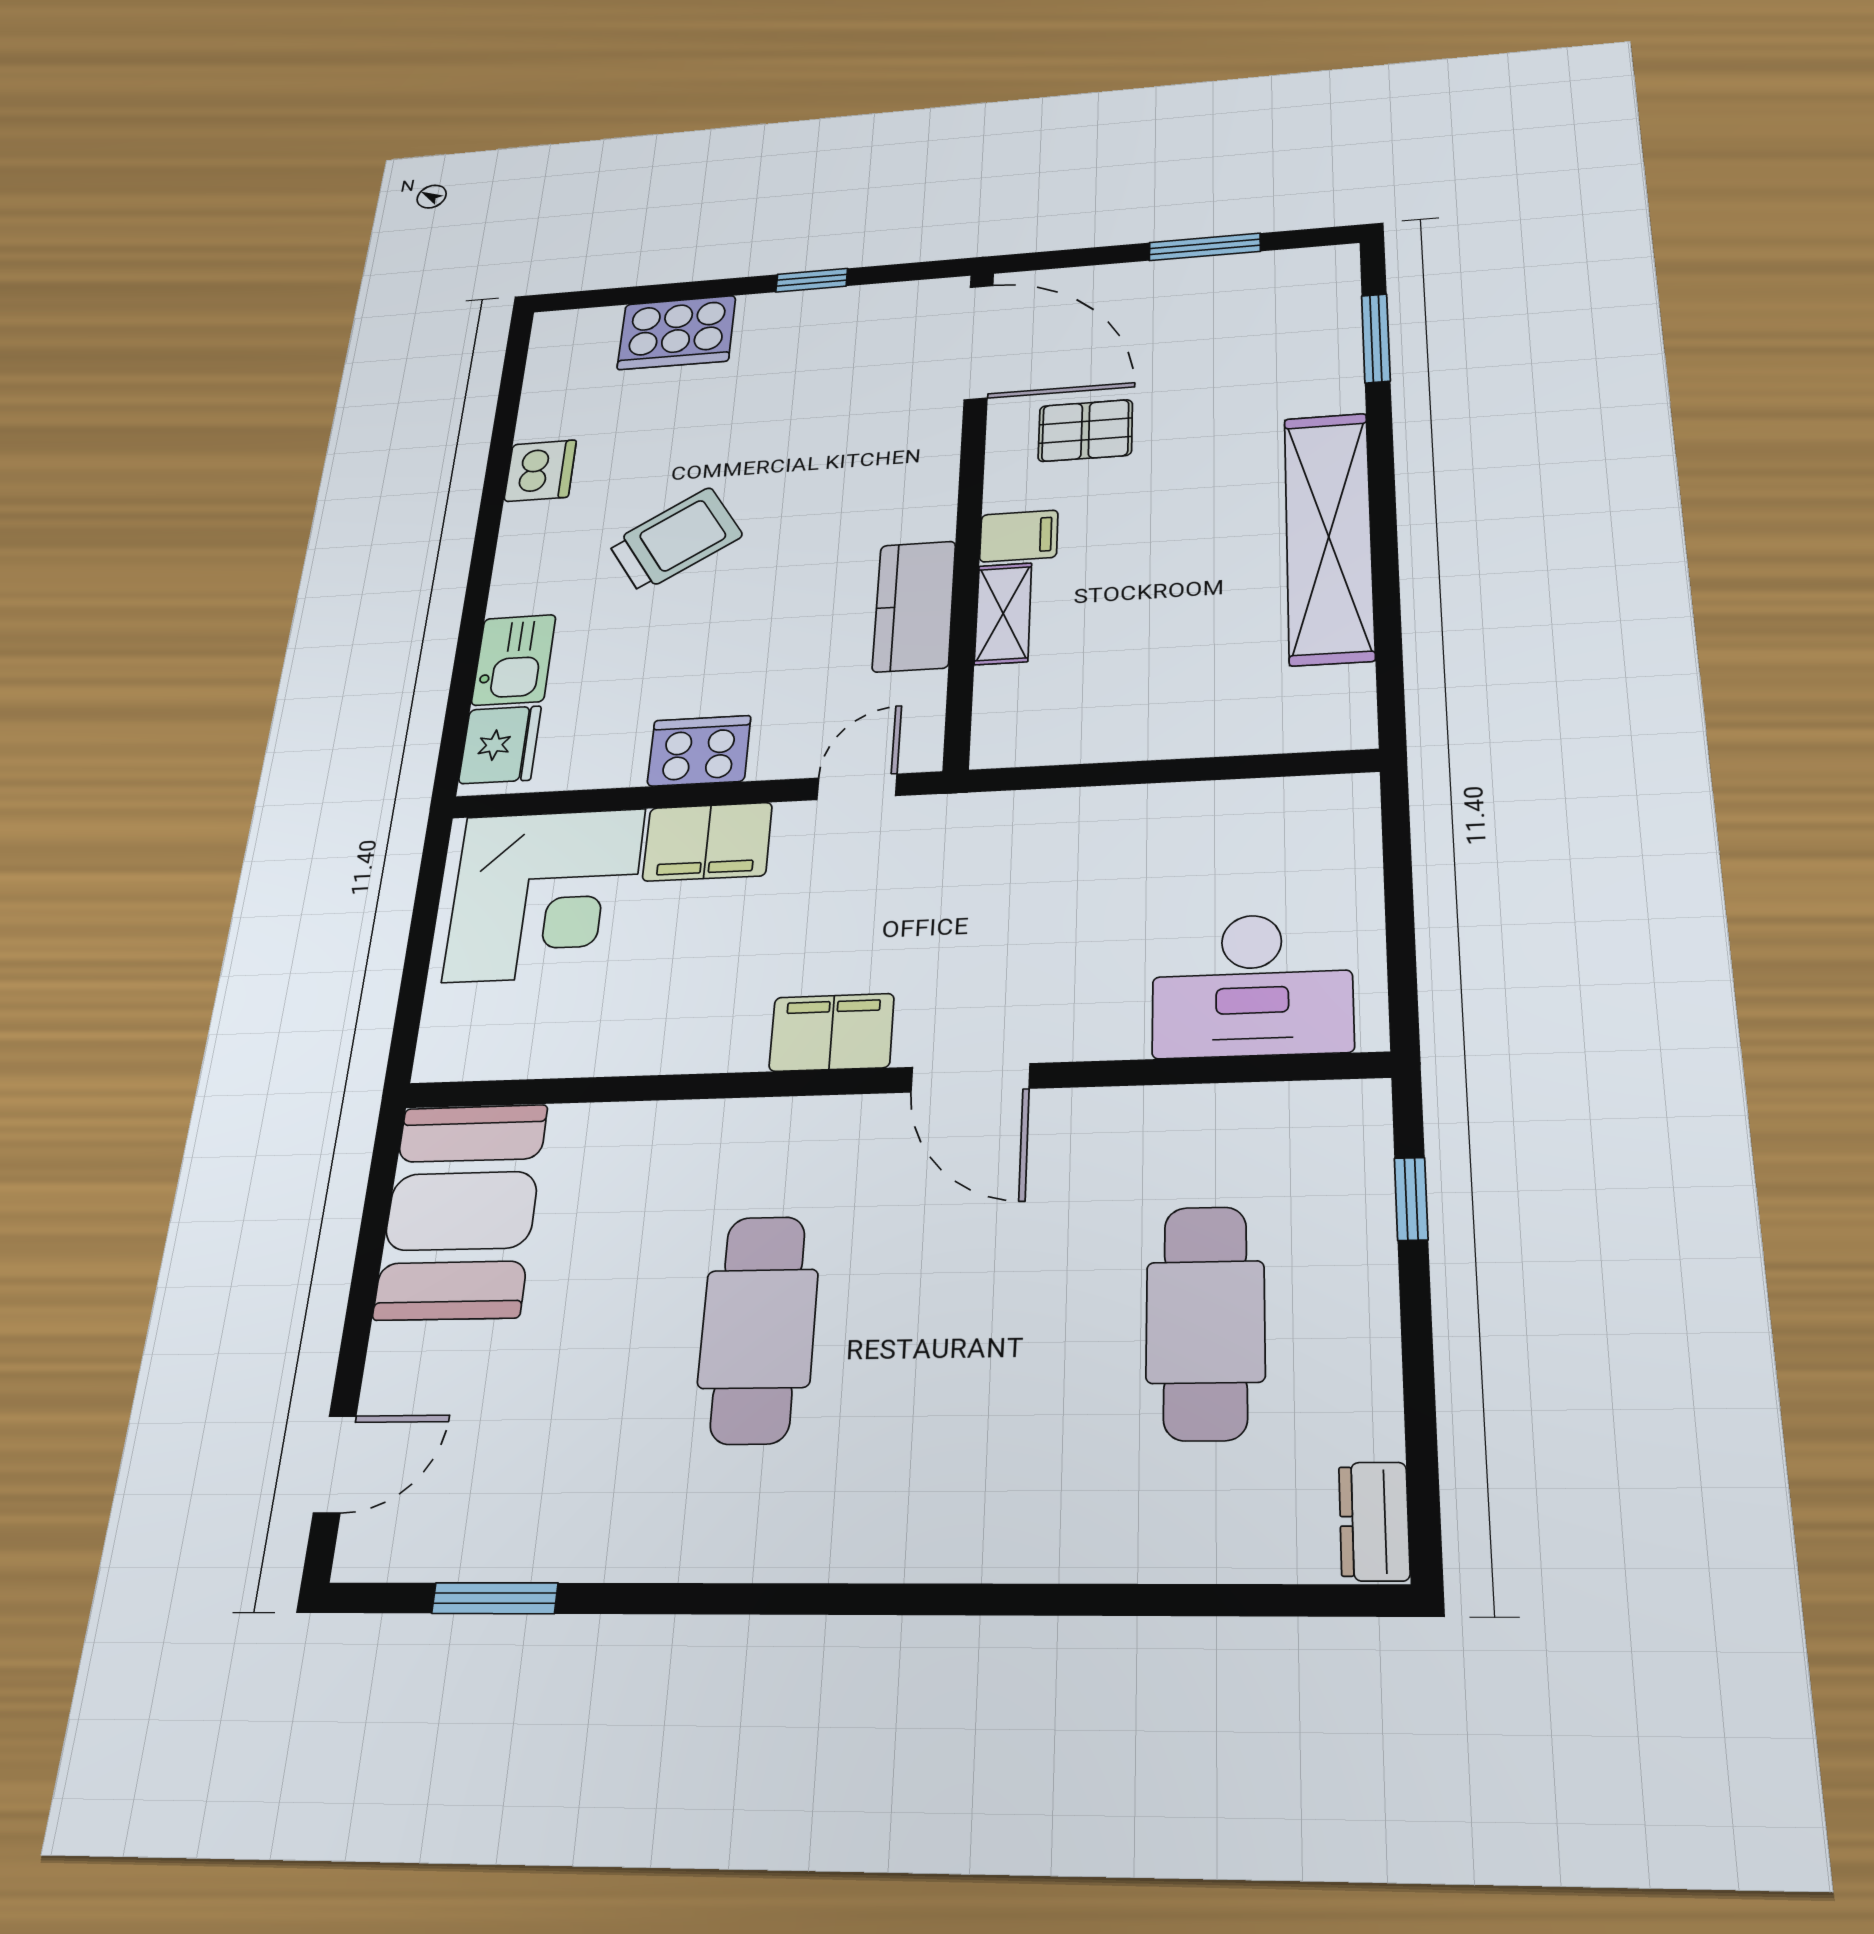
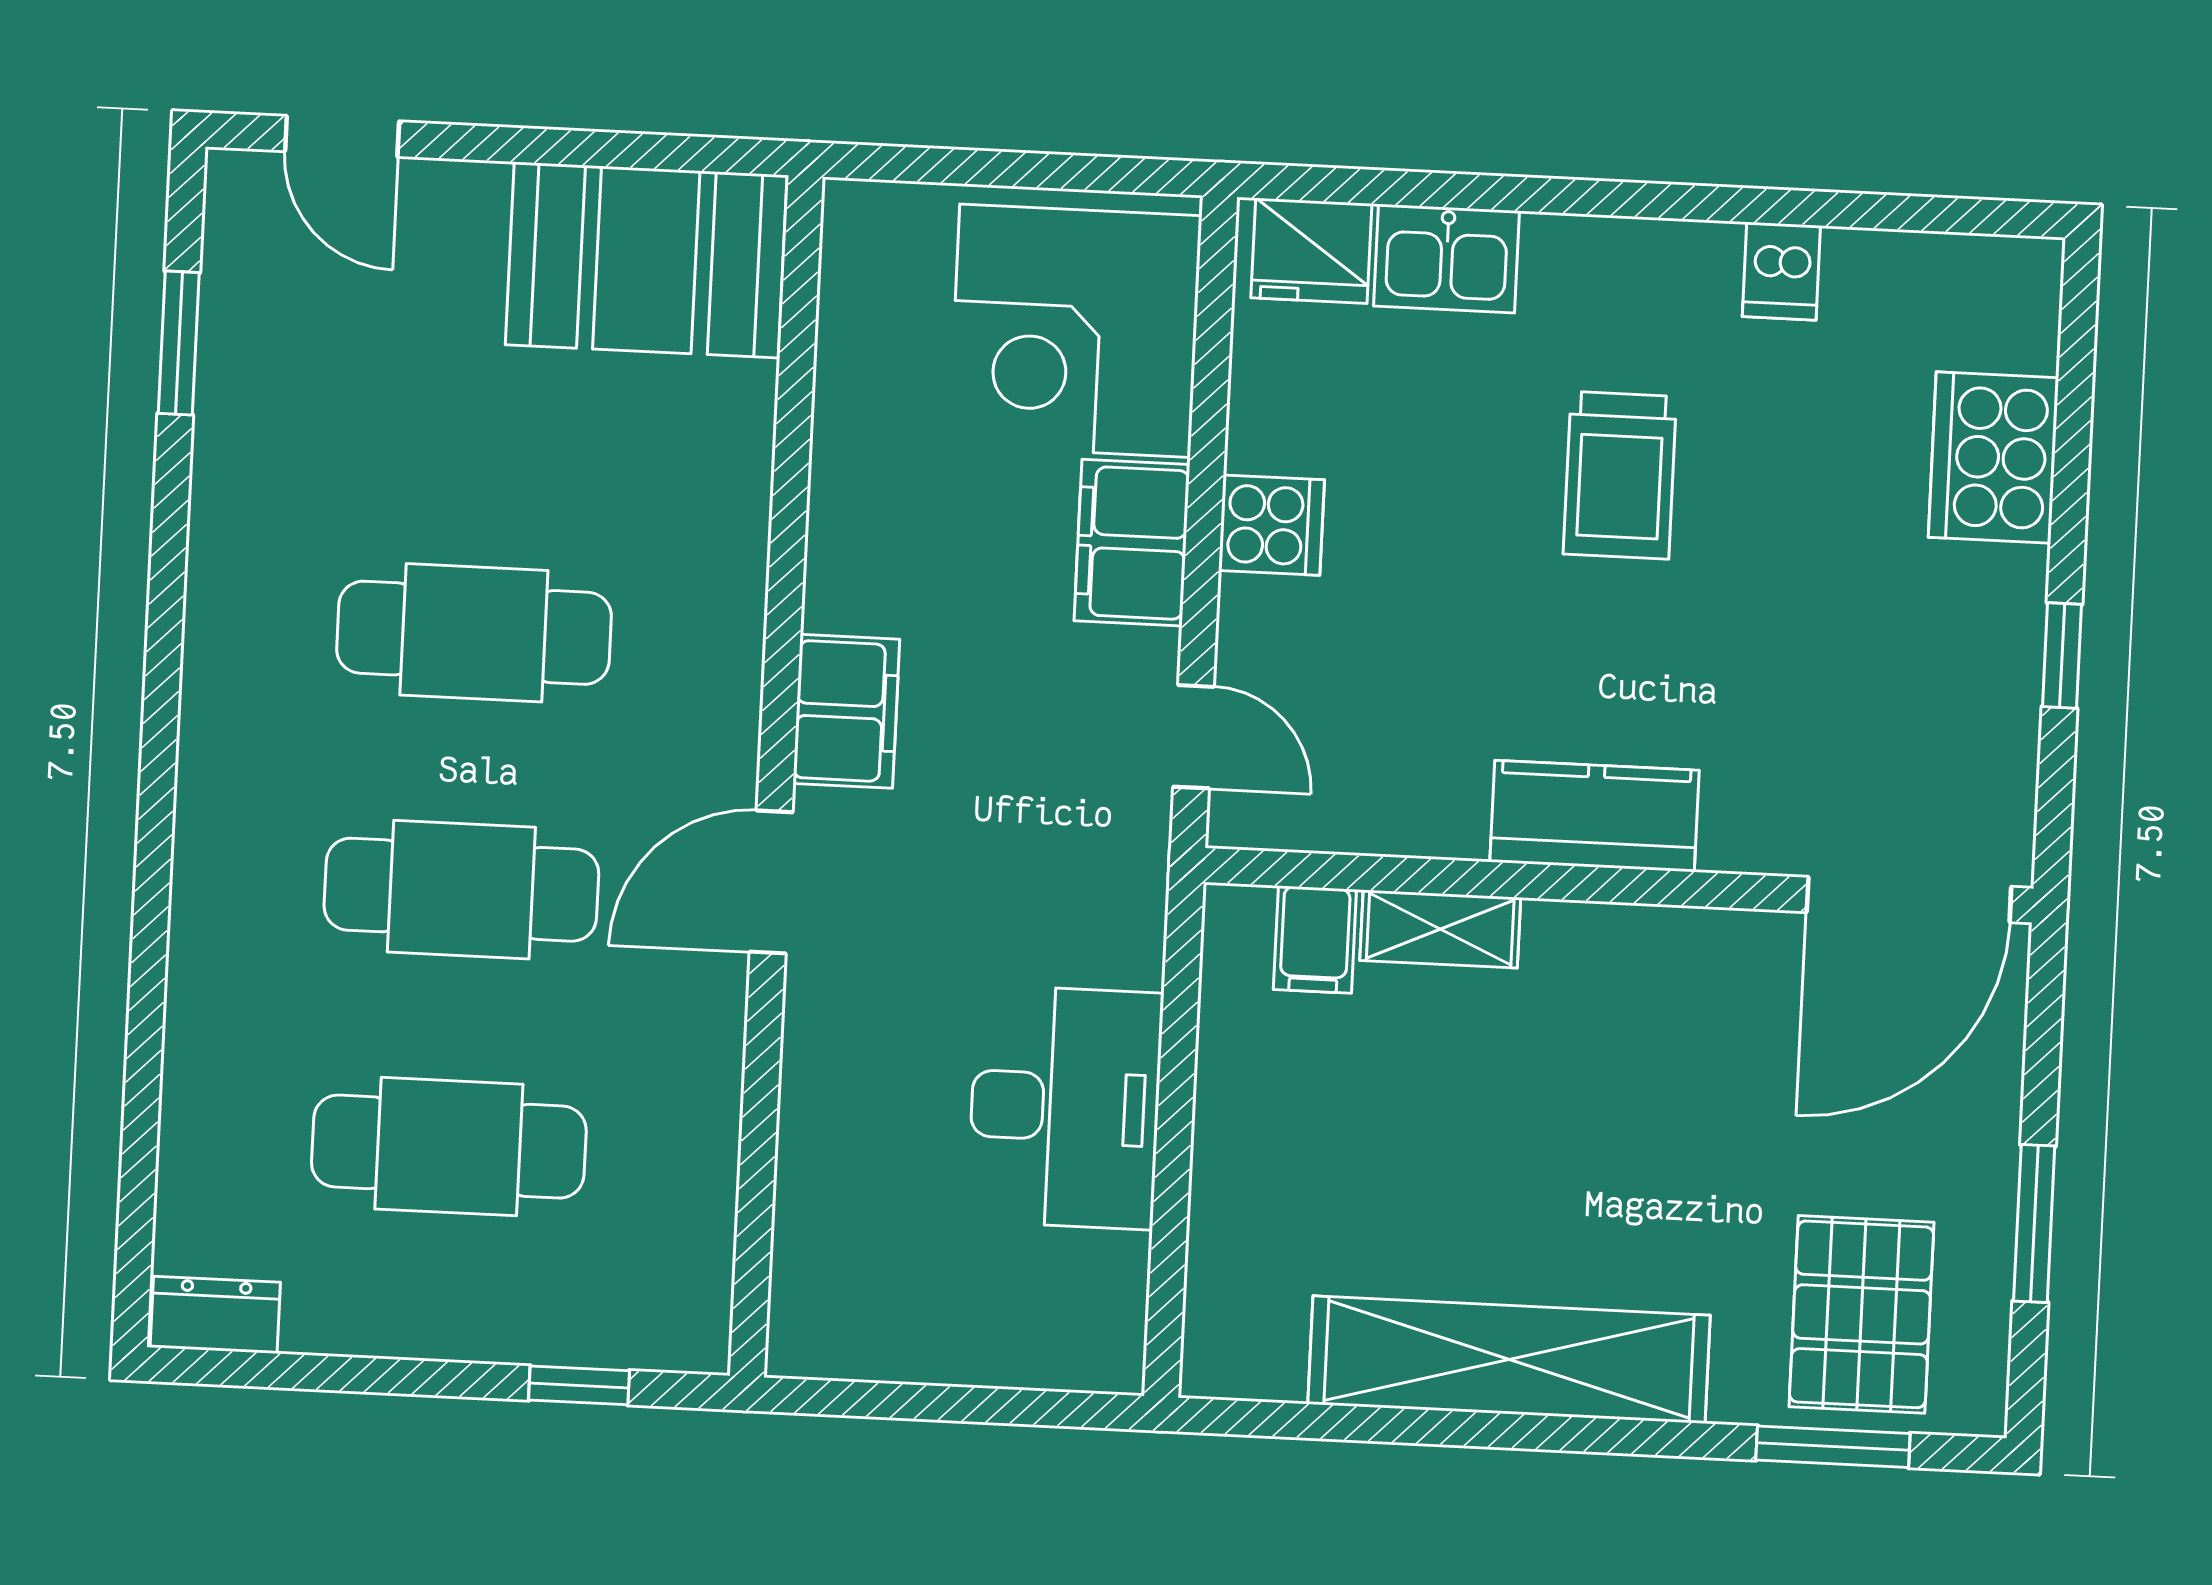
pallet: (1085, 431) -> (1862, 1314), moved, width x1.50, depth x1.42
dishwasher: (540, 471) -> (1781, 271), width x0.73
filing cabinet: (1019, 536) -> (1315, 939), moved
trolley: (675, 540) -> (1620, 475), turned 32
kitchen counter: (914, 606) -> (1594, 816), moved
cooker: (699, 751) -> (1271, 525), width x0.73
desk: (1252, 985) -> (1065, 1107), moved, turned 180
cafe table: (978, 1325) -> (461, 890), added

